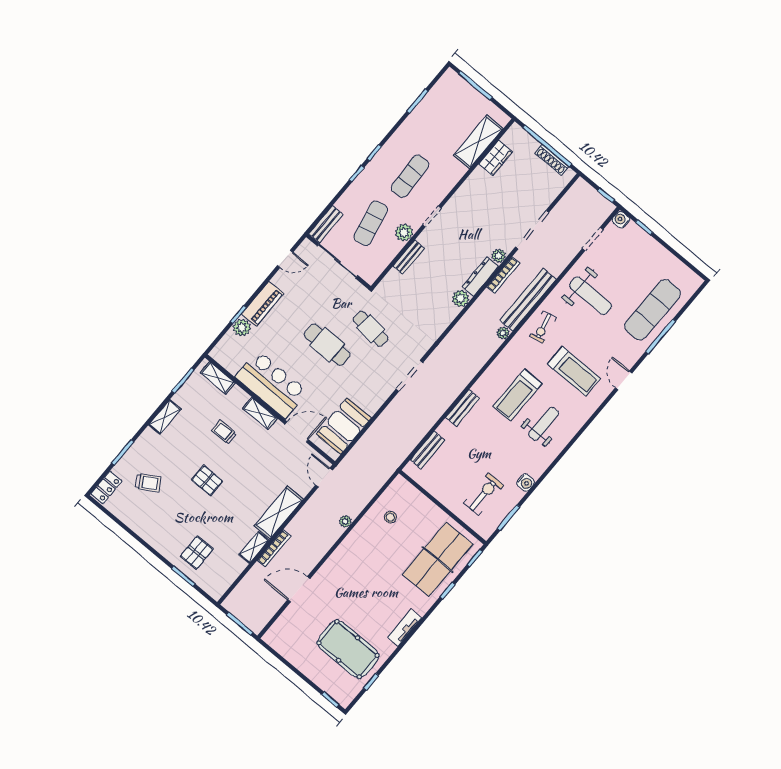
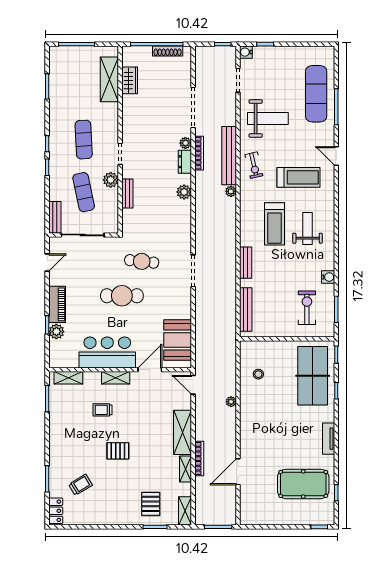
dresser: (480, 277) -> (185, 162), width x0.70
shelving: (165, 417) -> (185, 511), moved
bench: (428, 450) -> (246, 309), width x1.36

